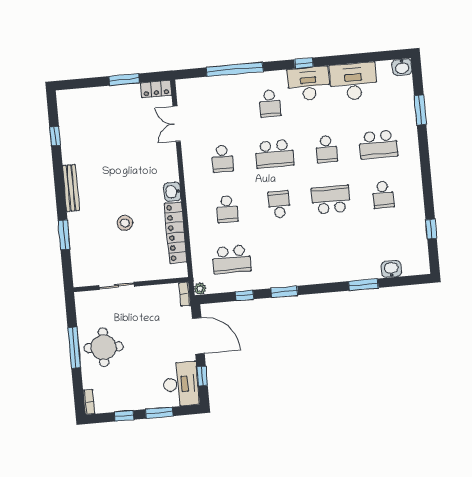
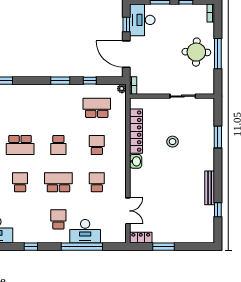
desk: (309, 84) -> (85, 231), moved
bench: (71, 188) -> (210, 188), moved

